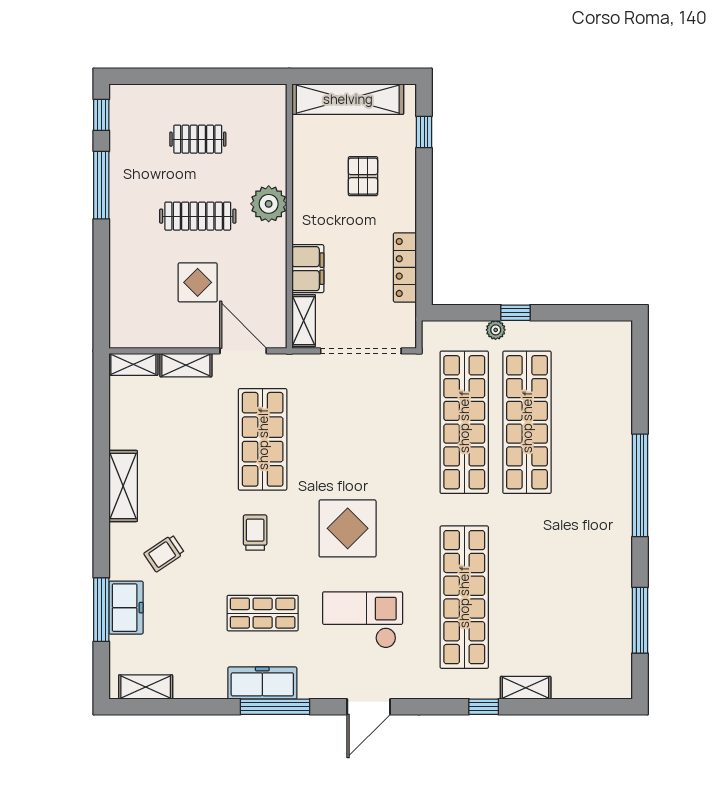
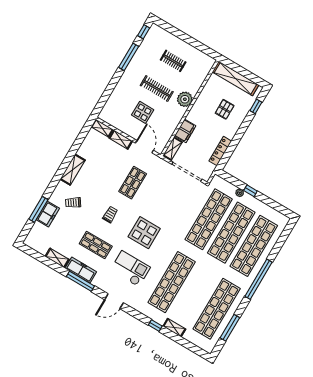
shop shelf: (590, 422) -> (254, 246), added
shop shelf: (263, 439) -> (133, 183), width x0.70, depth x0.74
shop shelf: (590, 597) -> (217, 309), added
shelving: (146, 687) -> (57, 258), moved

